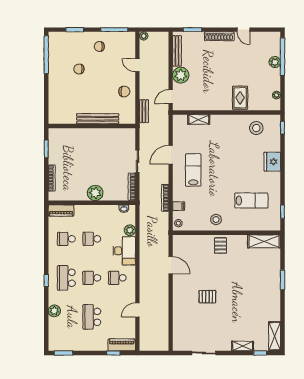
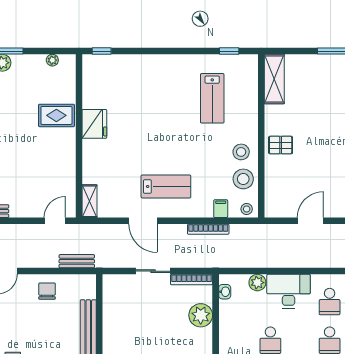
plant: (181, 75) -> (22, 205), removed
door: (171, 97) -> (55, 221), swing flipped
shelving: (199, 120) -> (89, 201), moved
stool: (256, 128) -> (243, 179), moved
fridge: (272, 162) -> (94, 124), moved, turned -90
lab bench: (193, 170) -> (166, 186), turned 180
plant: (95, 193) -> (201, 315), moved
lab bench: (251, 200) -> (212, 98), turned 180

